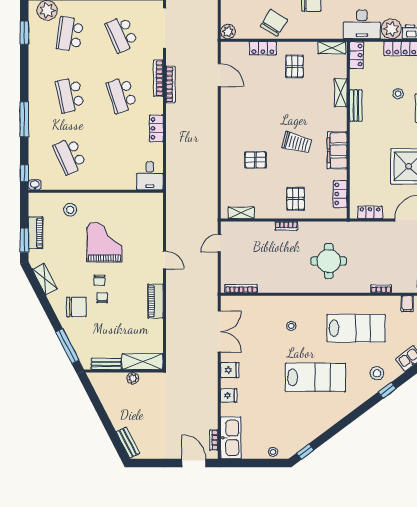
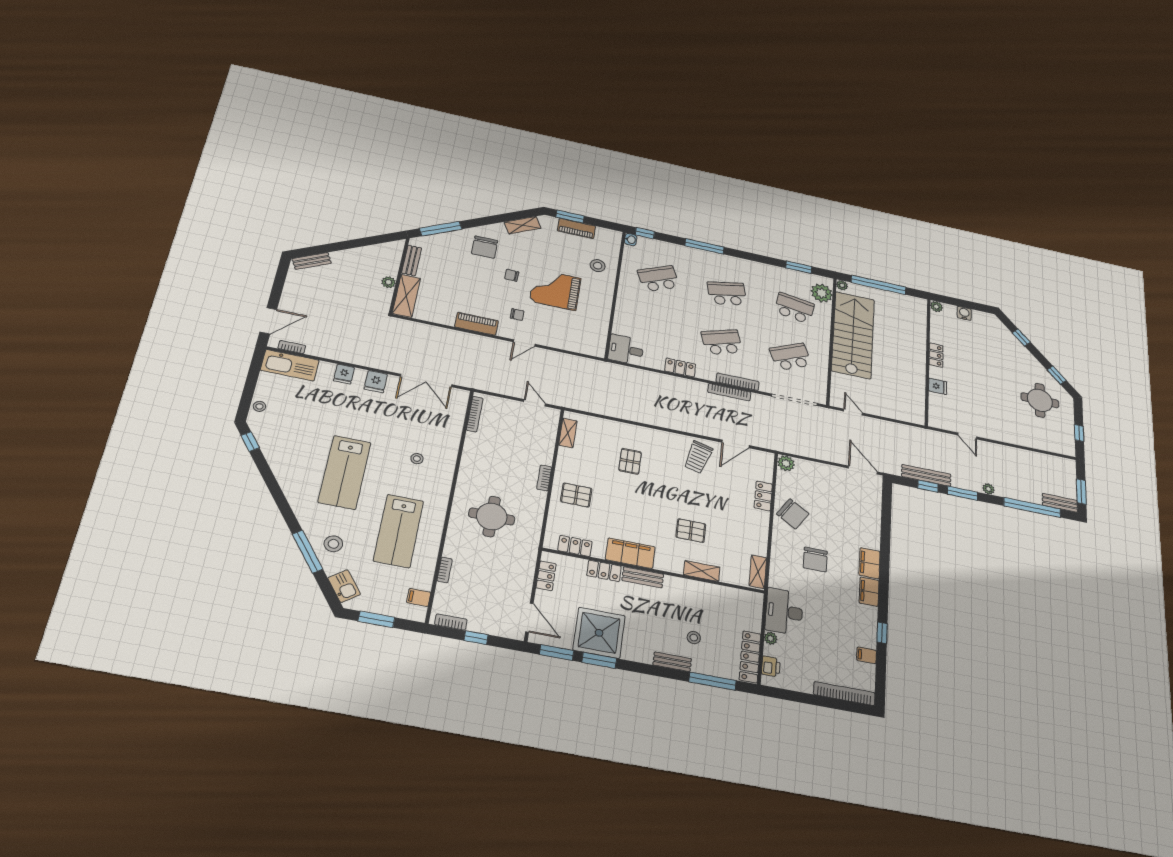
plant: (391, 29) -> (771, 638), width x0.53, depth x0.53
locker: (357, 55) -> (604, 571), moved
pallet: (295, 66) -> (691, 531), moved
bench: (356, 105) -> (643, 577), moved
trolley: (297, 143) -> (698, 457), moved
grand piano: (105, 242) -> (555, 290), turned 180
chair: (102, 298) -> (517, 315), moved
window: (387, 390) -> (307, 552), width x2.17

